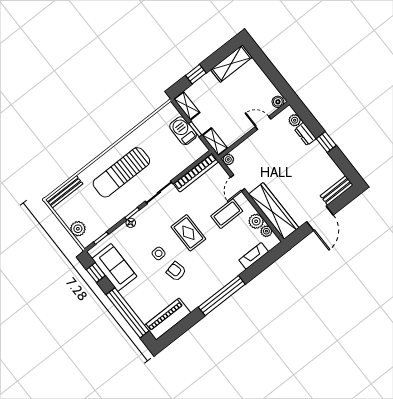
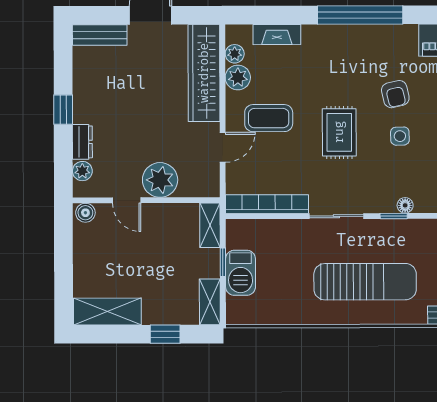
plant: (228, 159) -> (160, 180), moved, width x1.88, depth x1.88

